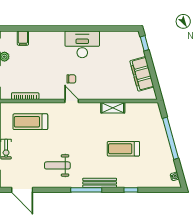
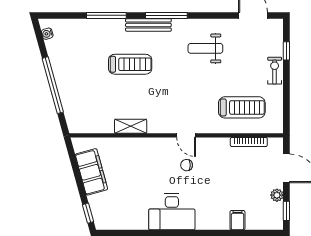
filing cabinet: (23, 38) -> (237, 220), moved
treadmill: (123, 149) -> (130, 64), moved
weight bench: (57, 165) -> (205, 48), turned 180
window: (131, 190) -> (106, 15), width x2.17

